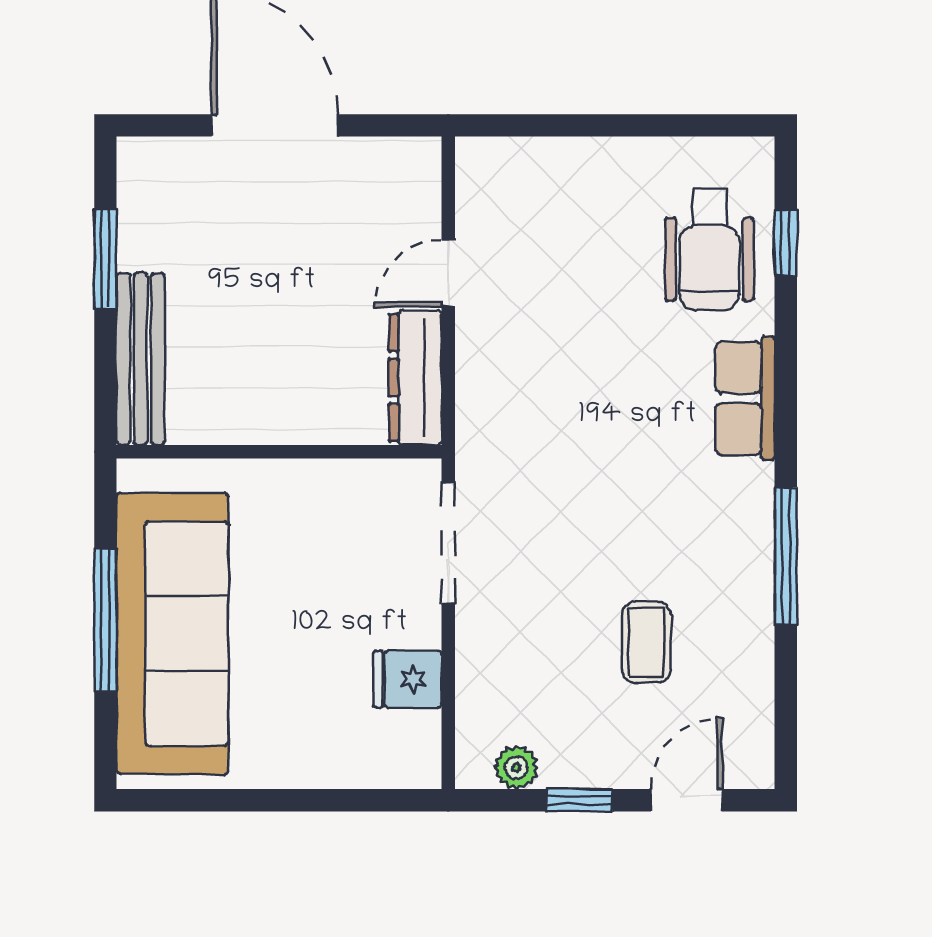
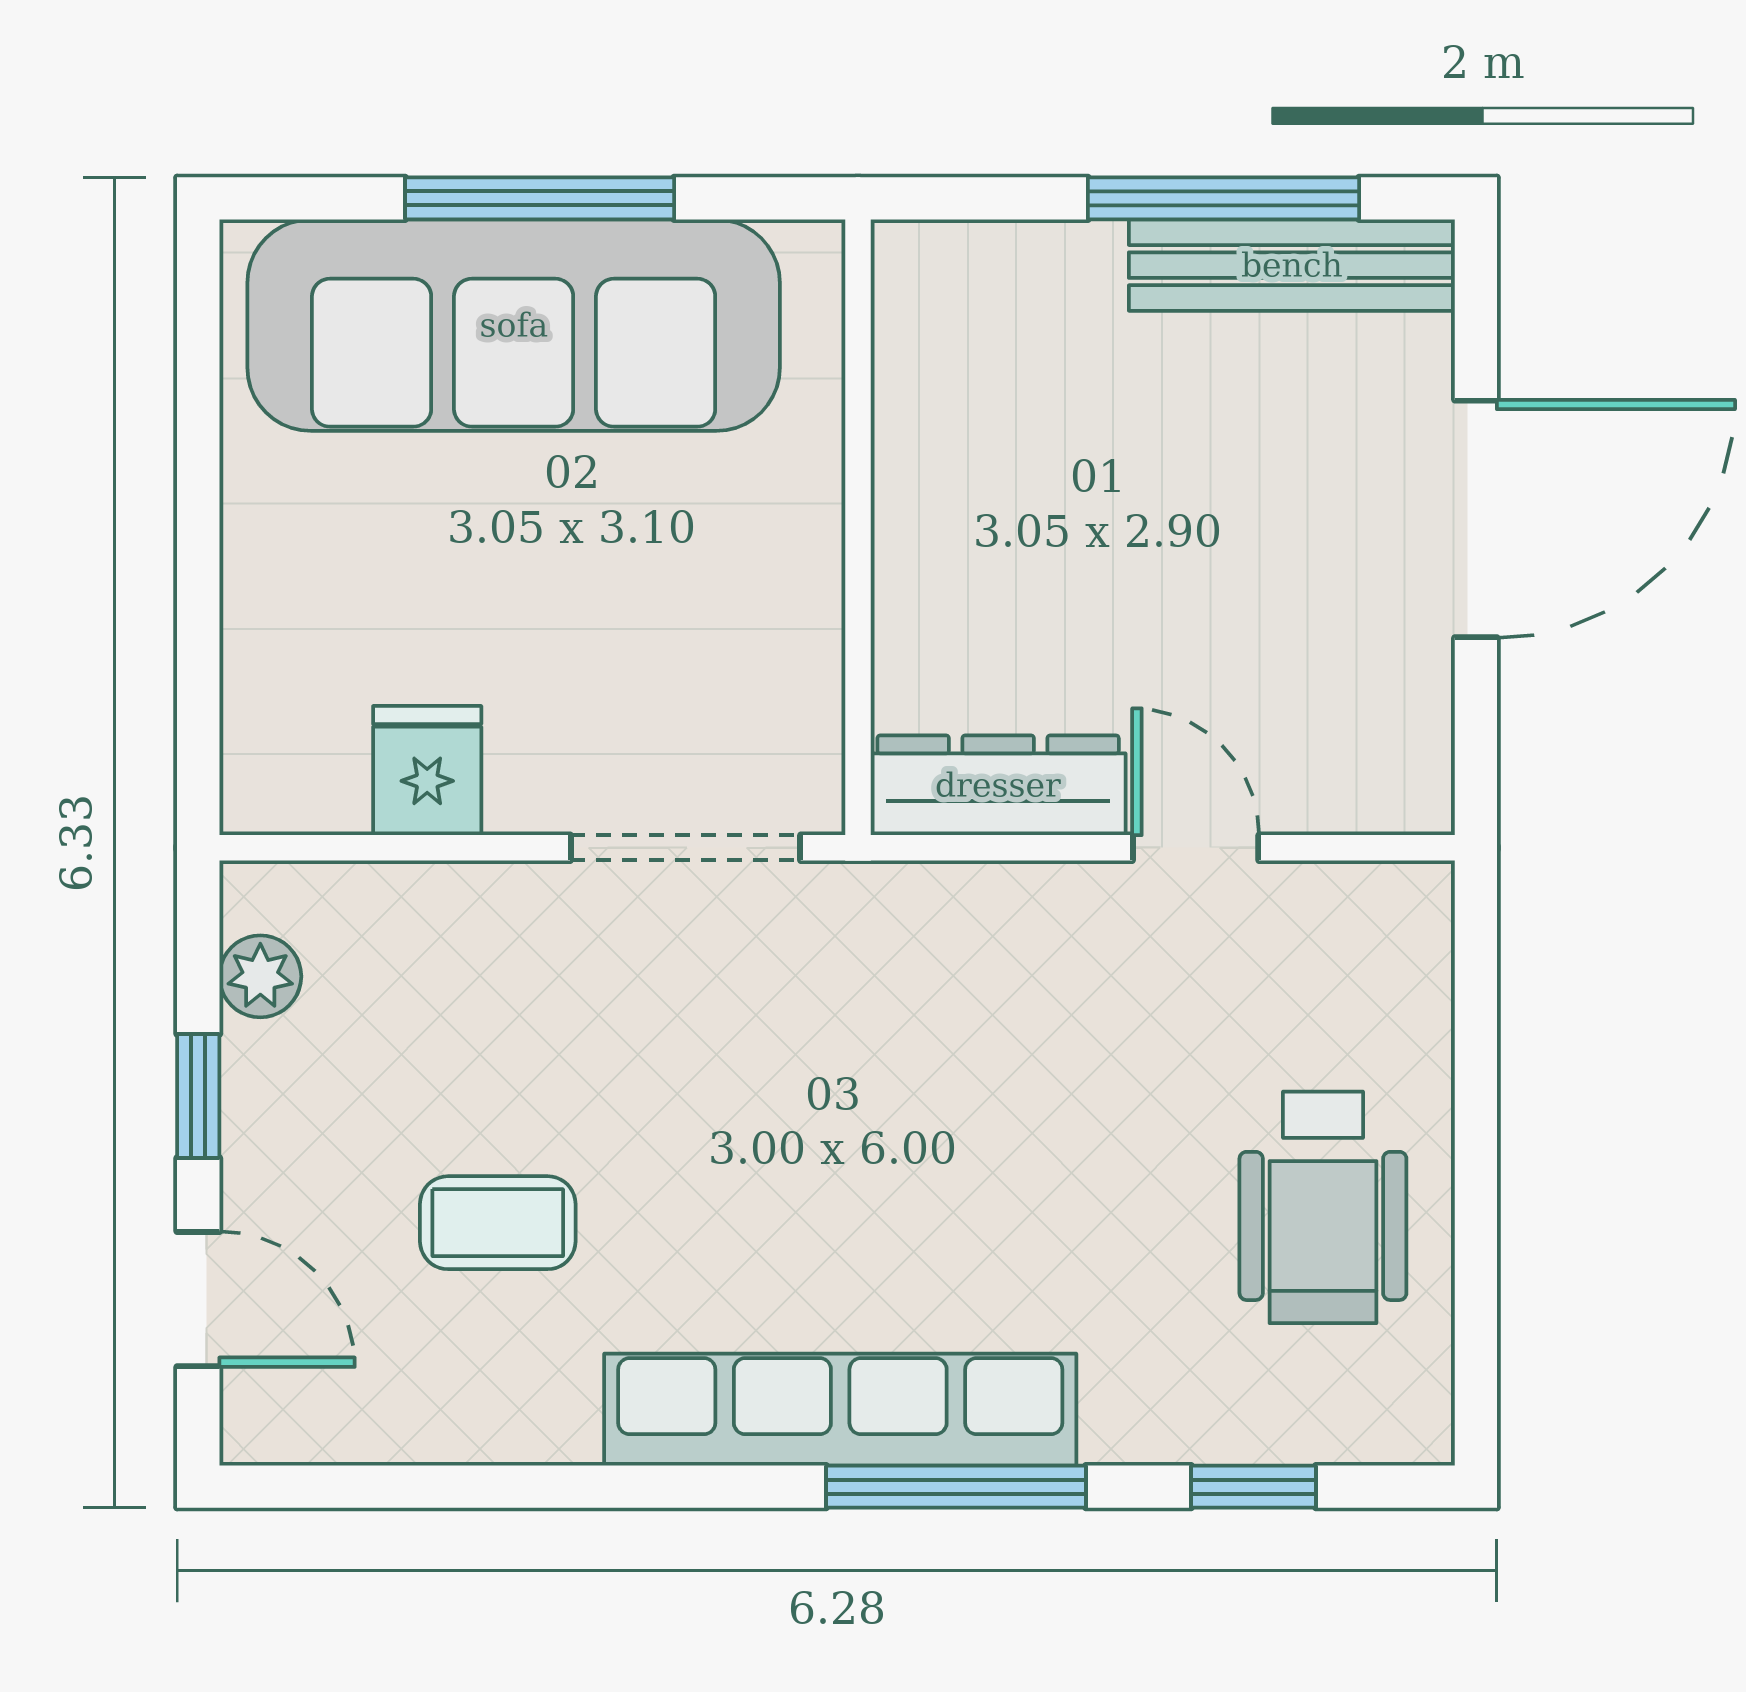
wheelchair: (709, 249) -> (1323, 1207), moved, turned -90
window: (105, 259) -> (1224, 198), width x1.44
bench: (141, 359) -> (1292, 265), moved
row of seats: (745, 398) -> (840, 1410), width x2.02
window: (786, 556) -> (956, 1487), moved

